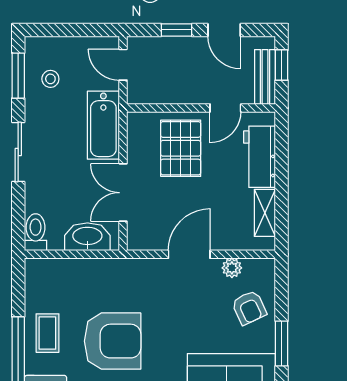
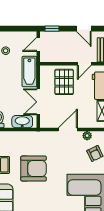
window: (177, 30) -> (52, 29), moved
door: (123, 65) -> (38, 44), hinge flipped

